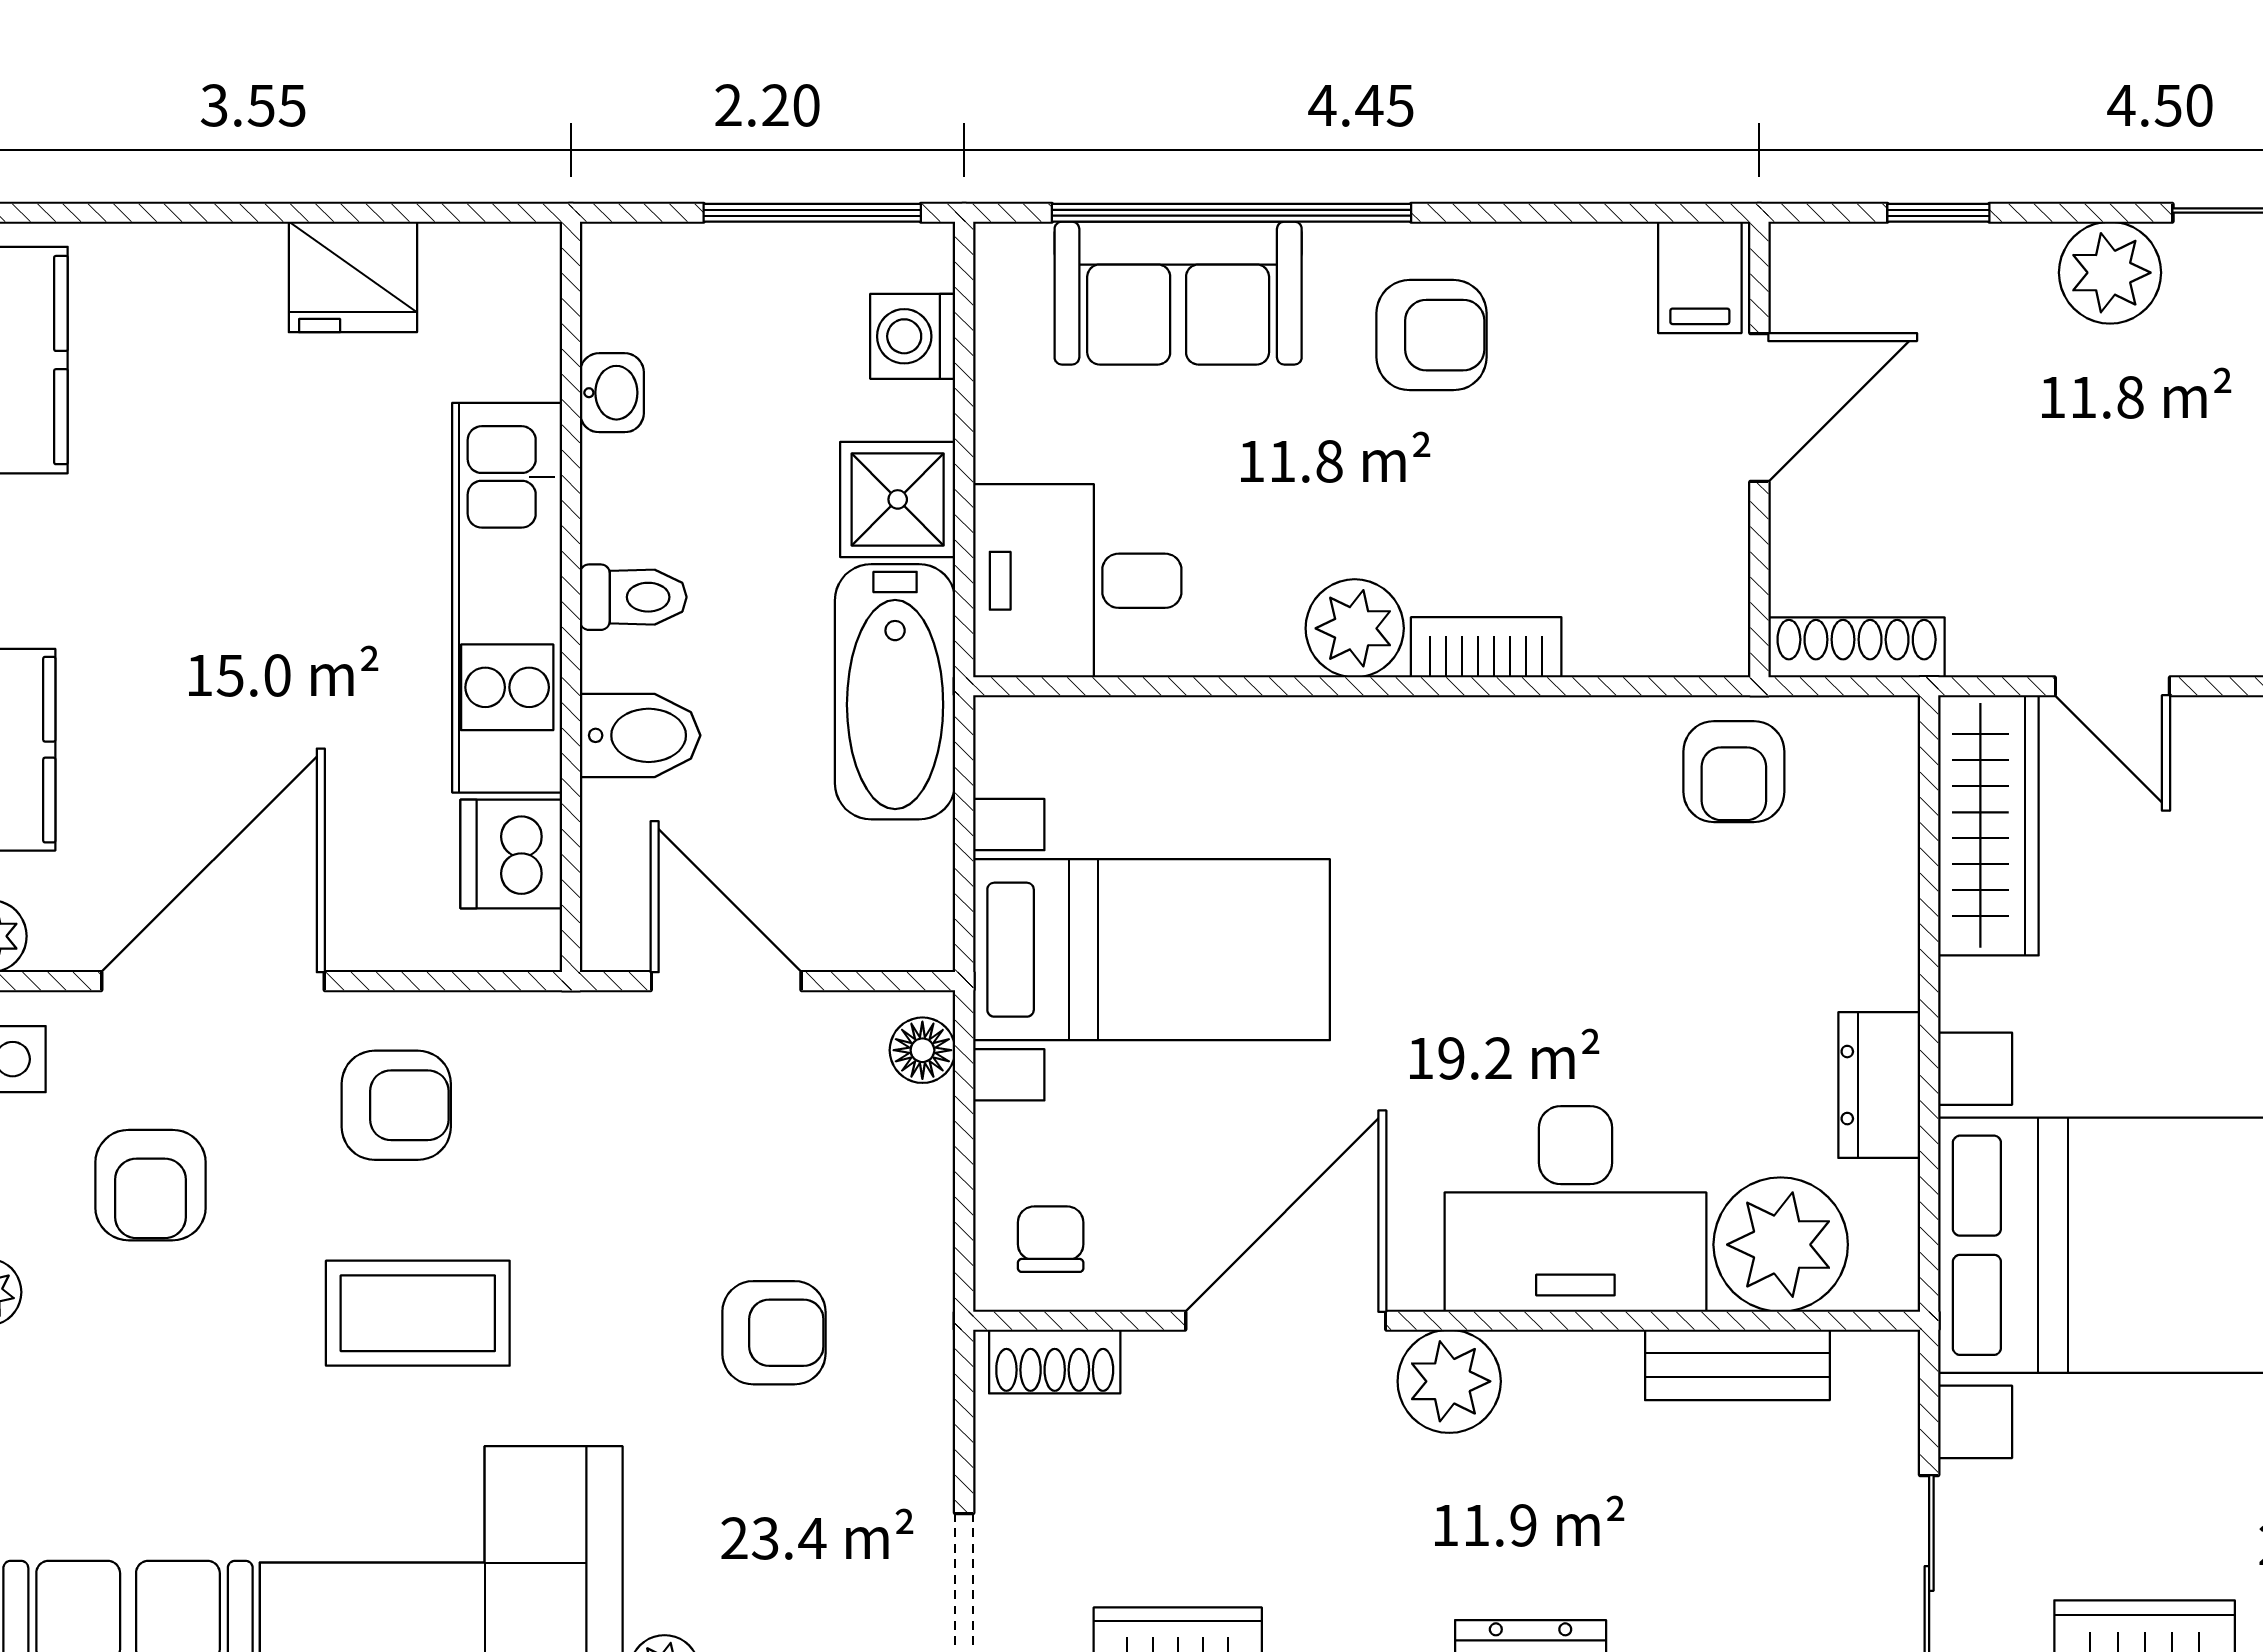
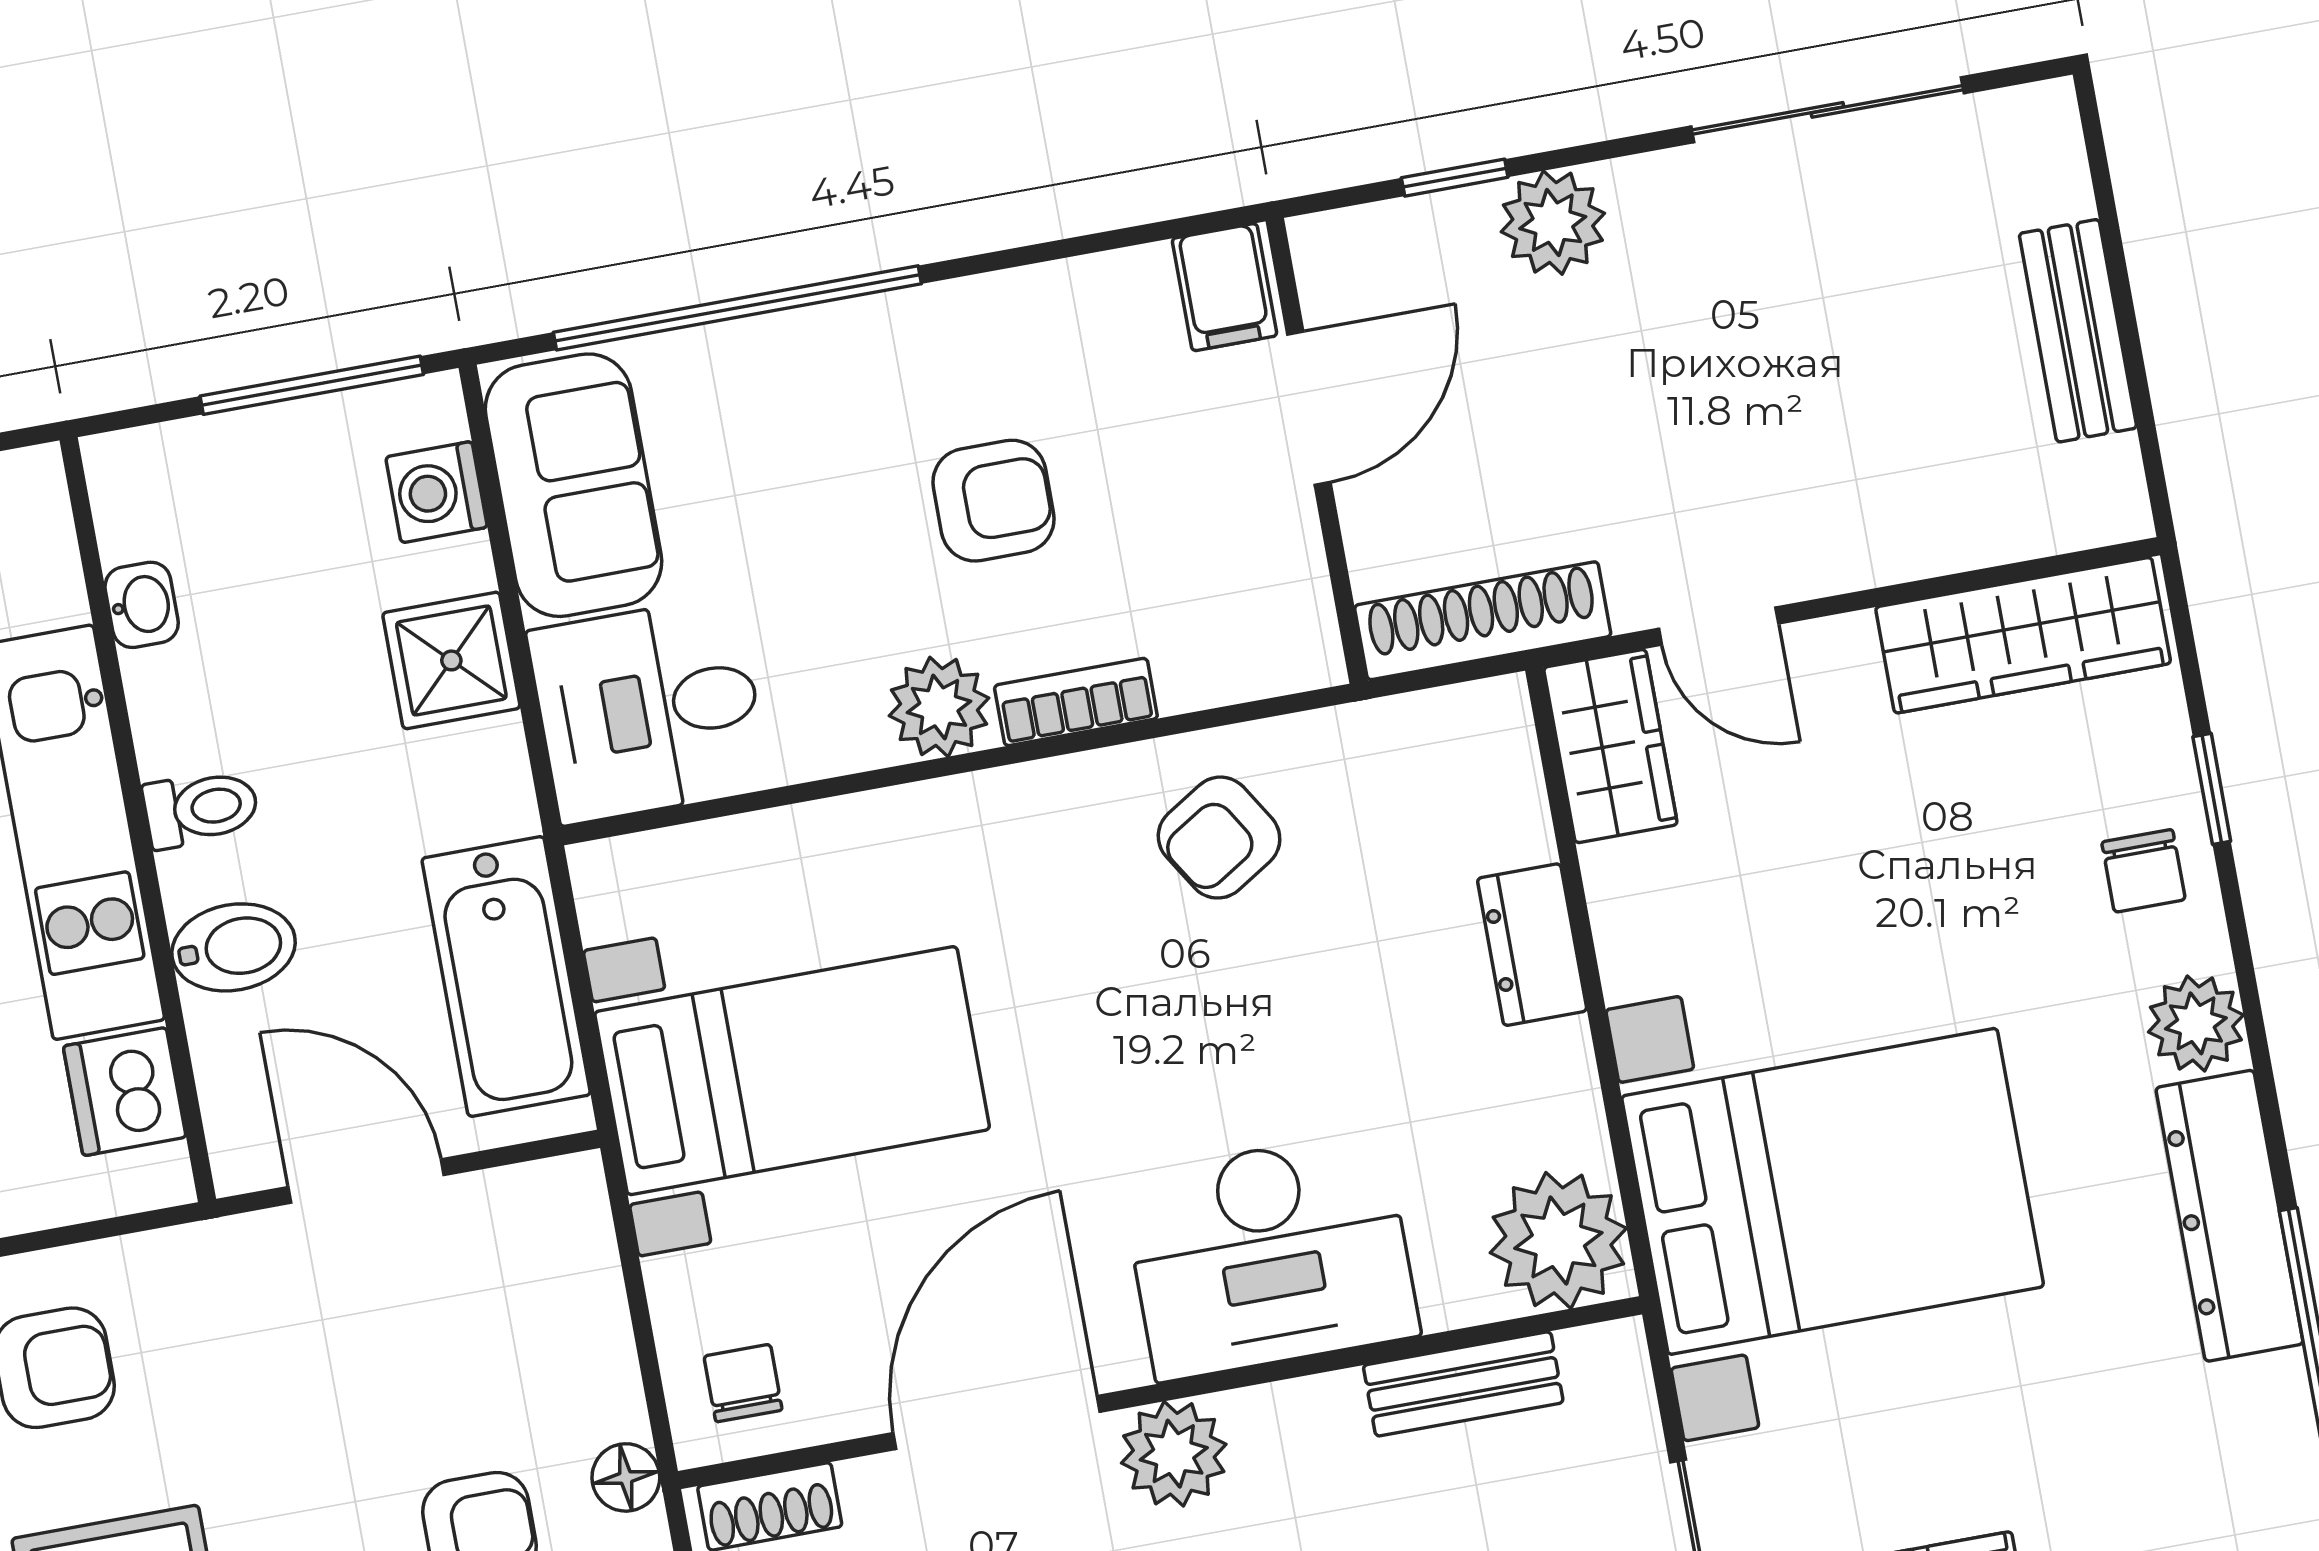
plant: (2110, 273) -> (1553, 223), moved
sofa: (1178, 293) -> (574, 485), moved, turned -90
armchair: (1432, 335) -> (993, 501), moved
shoe rack: (1857, 647) -> (1483, 621), width x1.36, depth x1.24
bathtub: (895, 692) -> (506, 976), moved
armchair: (1734, 772) -> (1219, 838), moved, turned 58
wardrobe: (1988, 825) -> (1610, 746), width x0.67
floor lamp: (922, 1050) -> (626, 1477), moved
dresser: (1879, 1085) -> (1532, 945), moved
plant: (1781, 1245) -> (1558, 1240), moved

